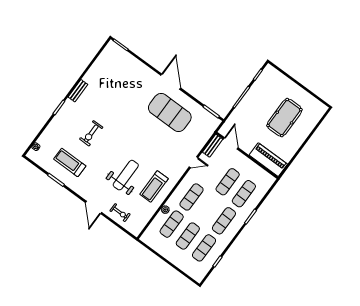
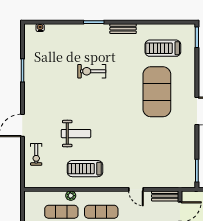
exercise mat: (170, 112) -> (157, 92), moved
treadmill: (70, 162) -> (163, 48), moved, turned -90
weight bench: (126, 175) -> (76, 134), width x0.73, depth x0.75

